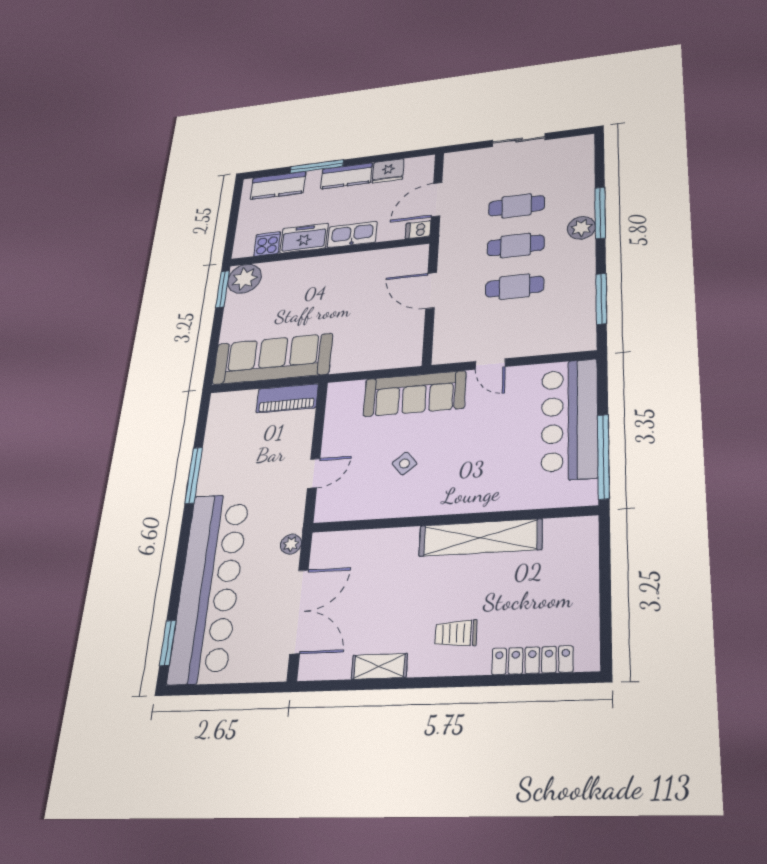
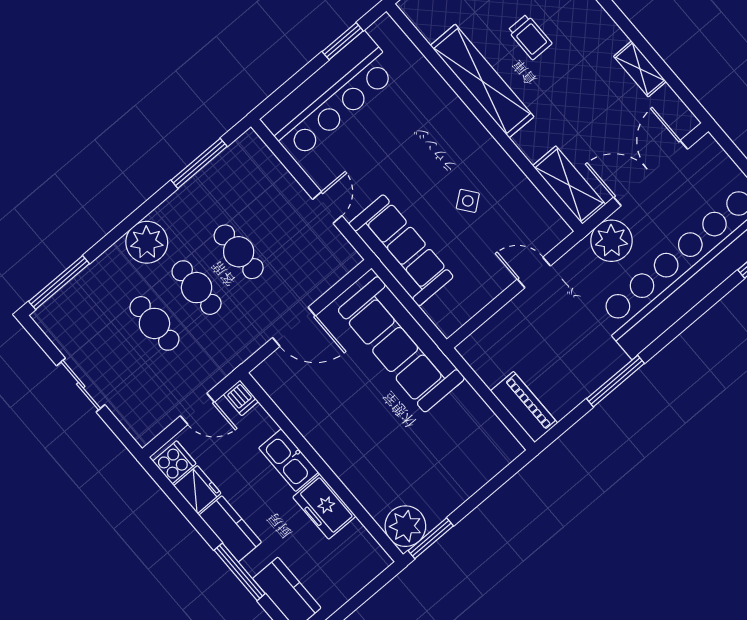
door: (437, 200) -> (197, 409), width x0.73
window: (600, 213) -> (59, 282), moved
plant: (581, 228) -> (147, 242), width x1.36, depth x1.36
cooker: (267, 244) -> (174, 462), moved, turned 180
door: (431, 291) -> (294, 327), hinge flipped
sofa: (272, 359) -> (401, 344), moved
piano: (287, 398) -> (524, 407), moved
window: (603, 456) -> (343, 41), width x0.47
plant: (291, 544) -> (611, 241), width x1.87, depth x1.87
shelving: (347, 544) -> (569, 185), added
trolley: (456, 633) -> (530, 37), moved

